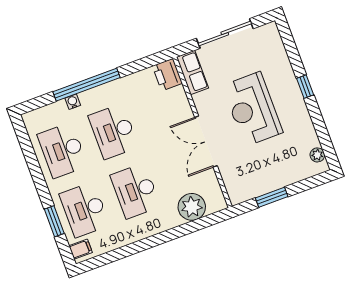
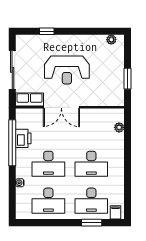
printer: (167, 75) -> (23, 138), moved, turned -90
window: (87, 85) -> (12, 143), moved
window: (305, 87) -> (47, 31), moved
double door: (206, 142) -> (61, 107), moved
plant: (192, 207) -> (119, 127), width x0.53, depth x0.53

